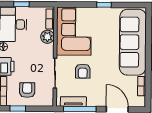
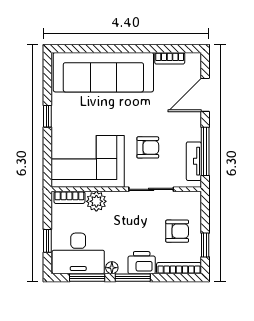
armchair: (27, 90) -> (177, 231), turned 180

